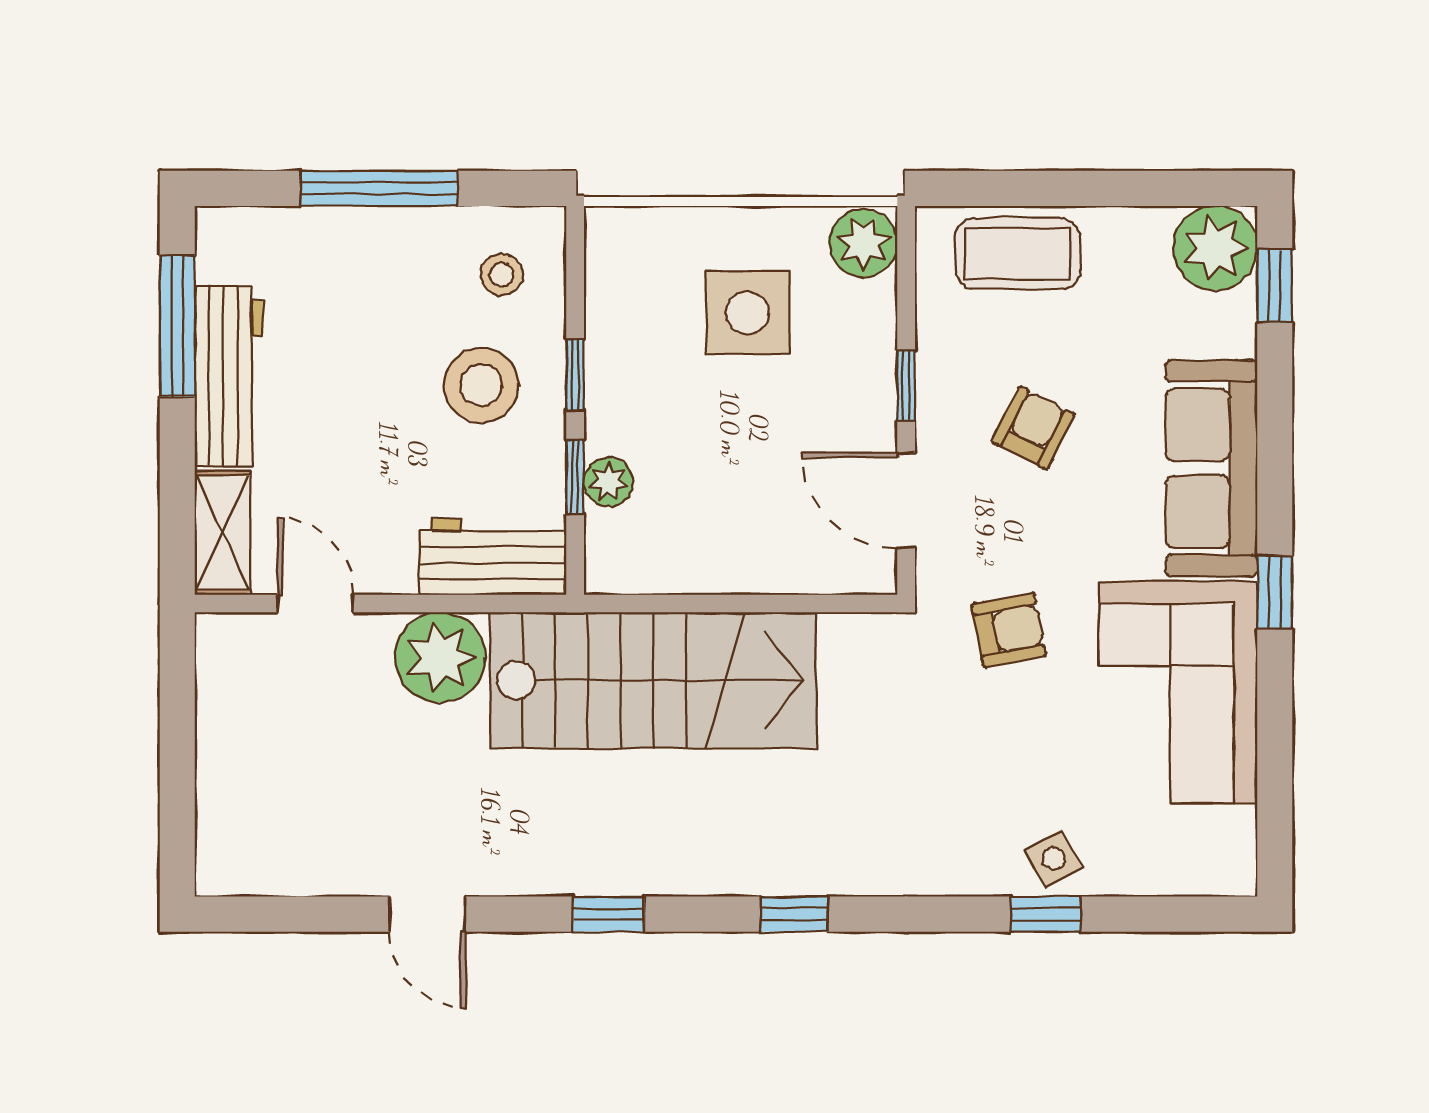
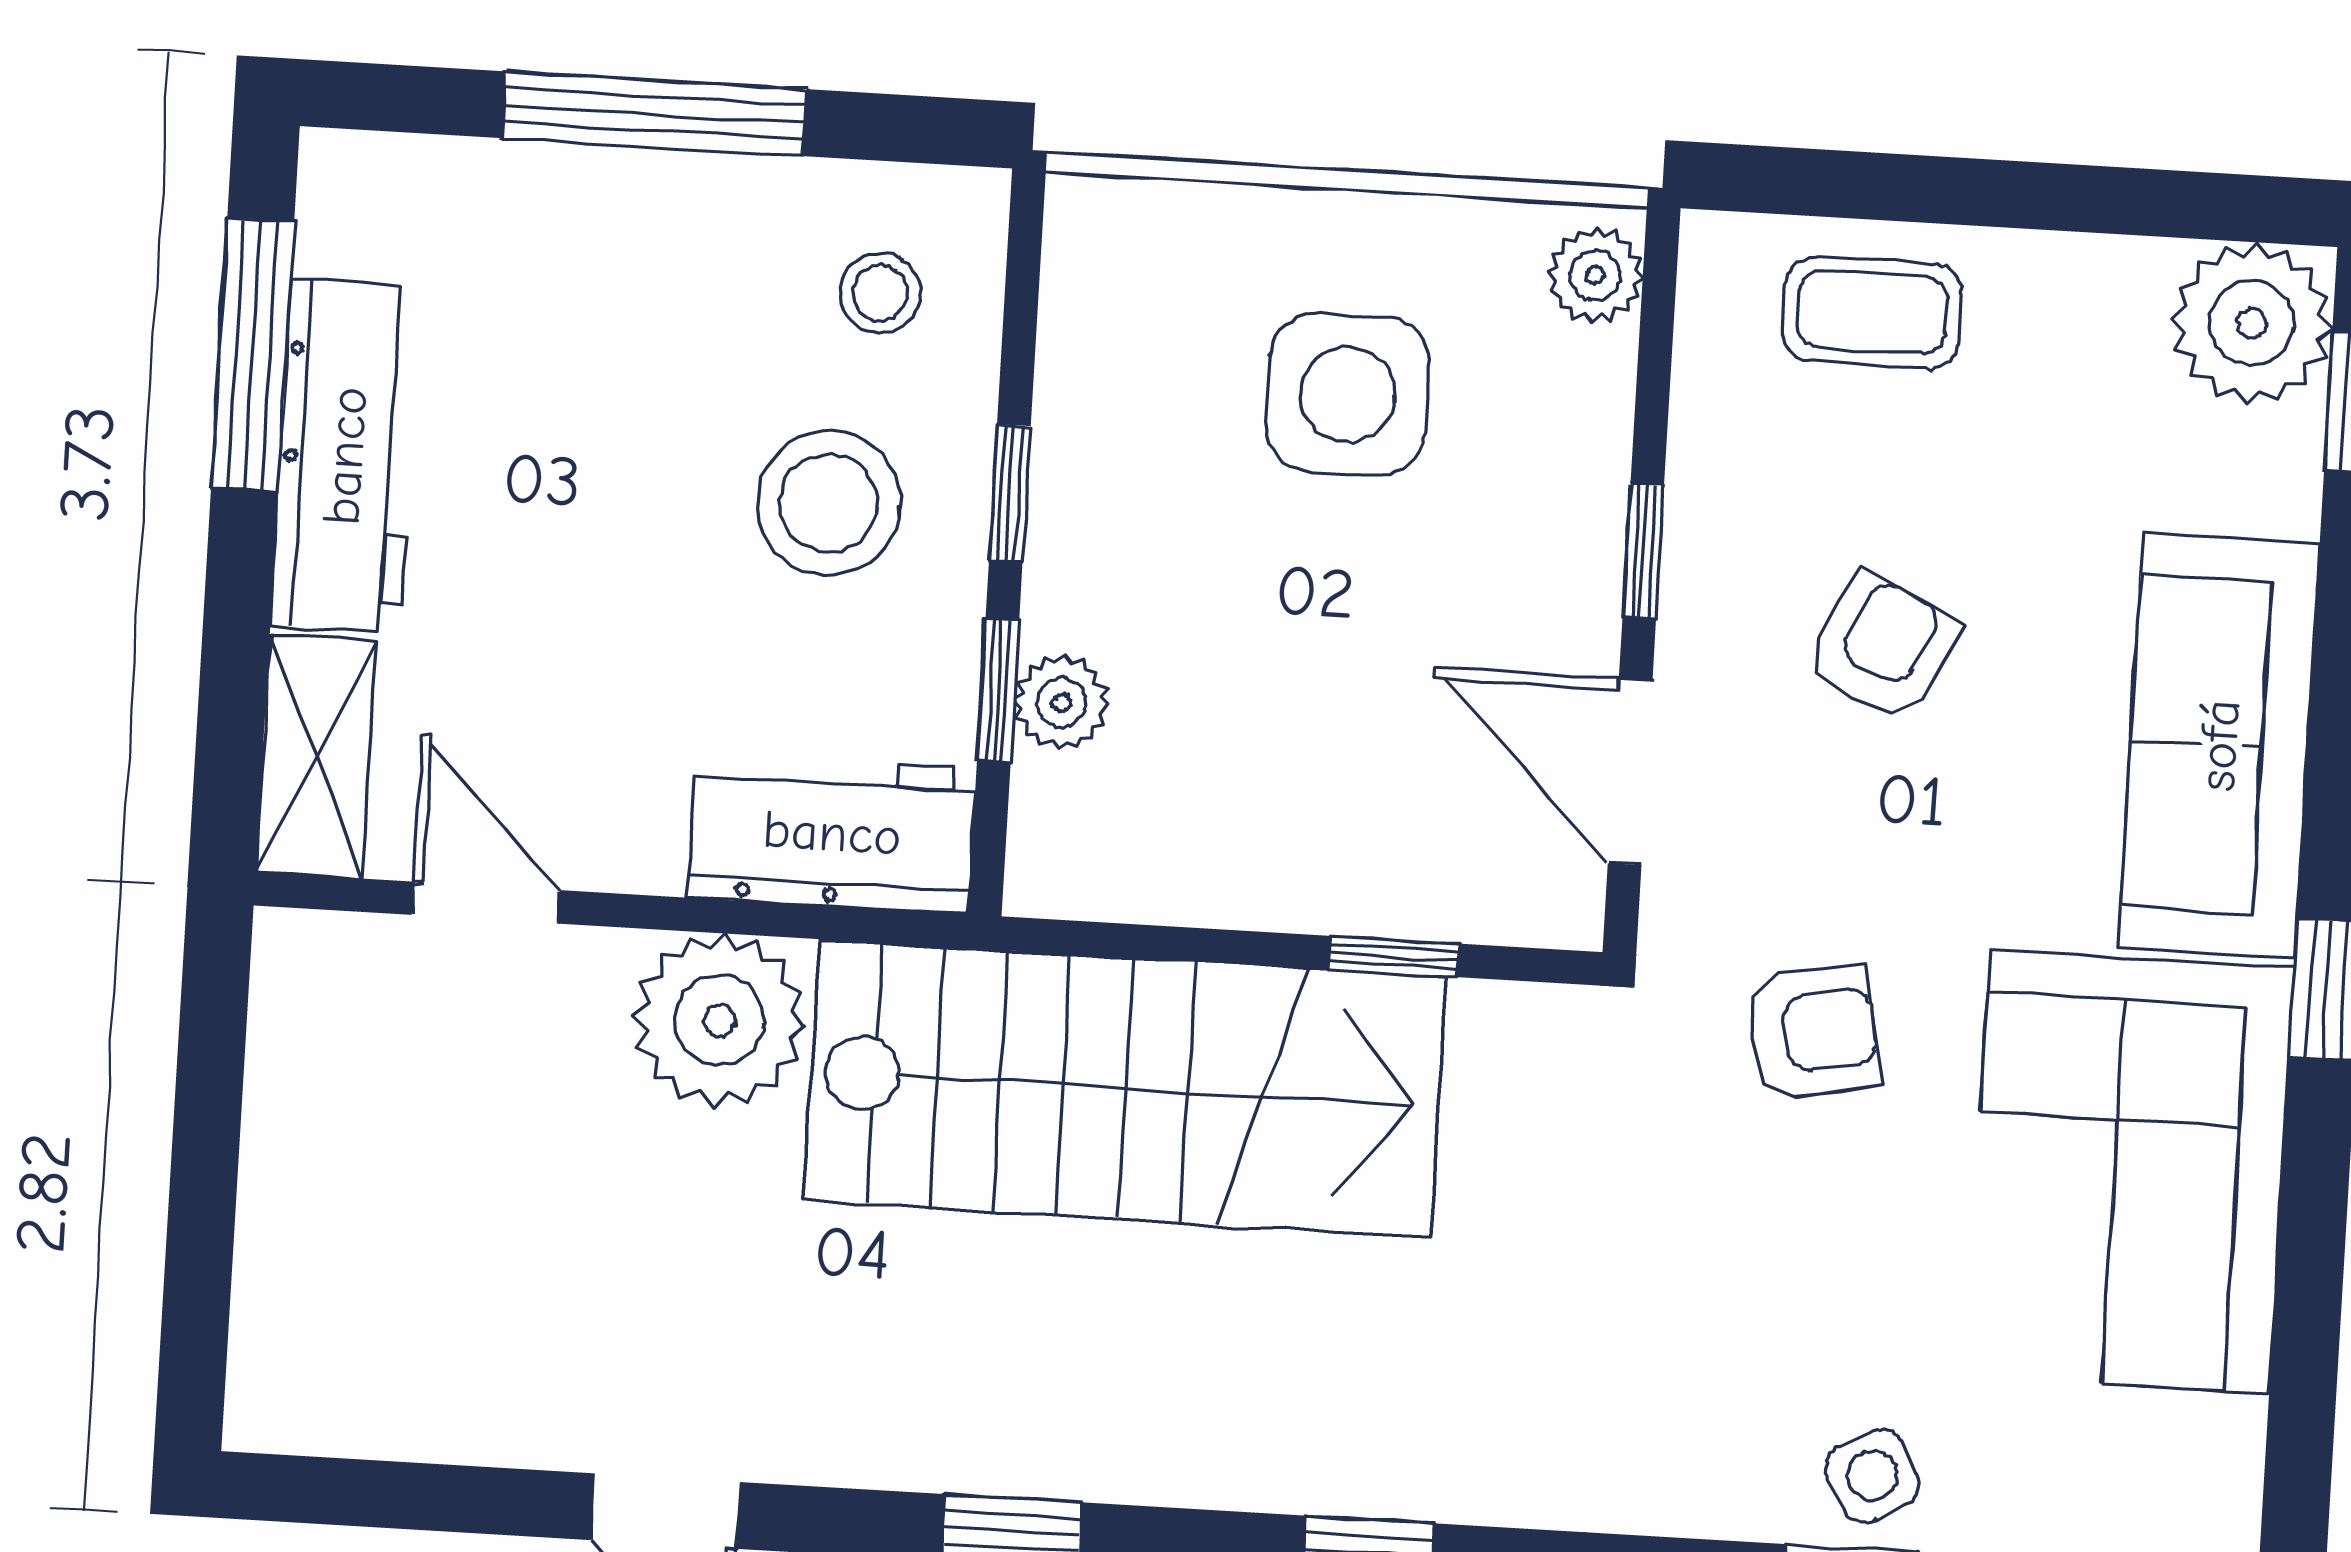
plant: (863, 243) -> (1595, 275), width x0.73, depth x0.73
coffee table: (1018, 254) -> (1872, 312), width x0.73, depth x0.77
window: (789, 604) -> (1394, 957), added

